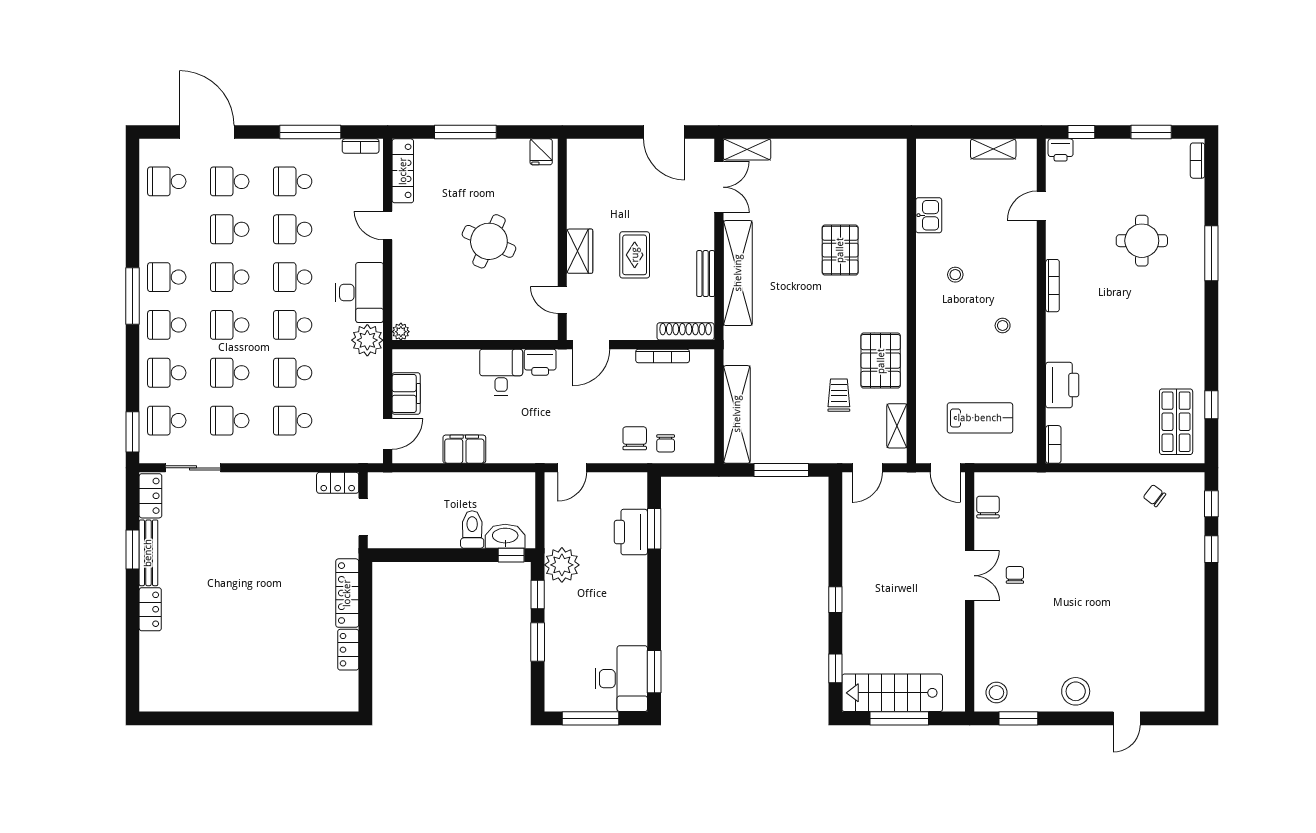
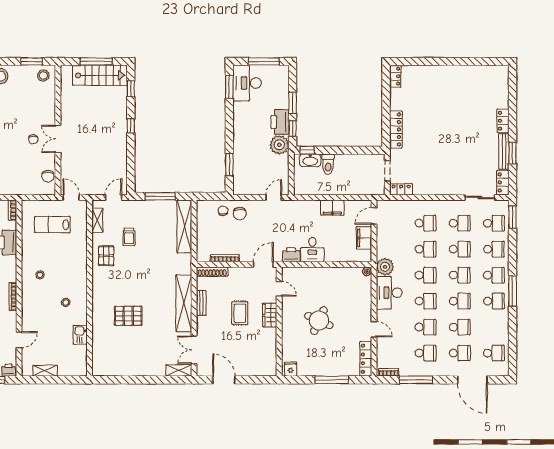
pallet: (840, 250) -> (128, 316), turned 90
pallet: (881, 361) -> (106, 256), width x0.67, depth x0.71
printer: (631, 532) -> (280, 122), moved, turned 180
locker: (348, 650) -> (395, 76), moved

